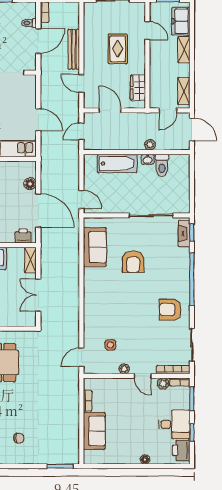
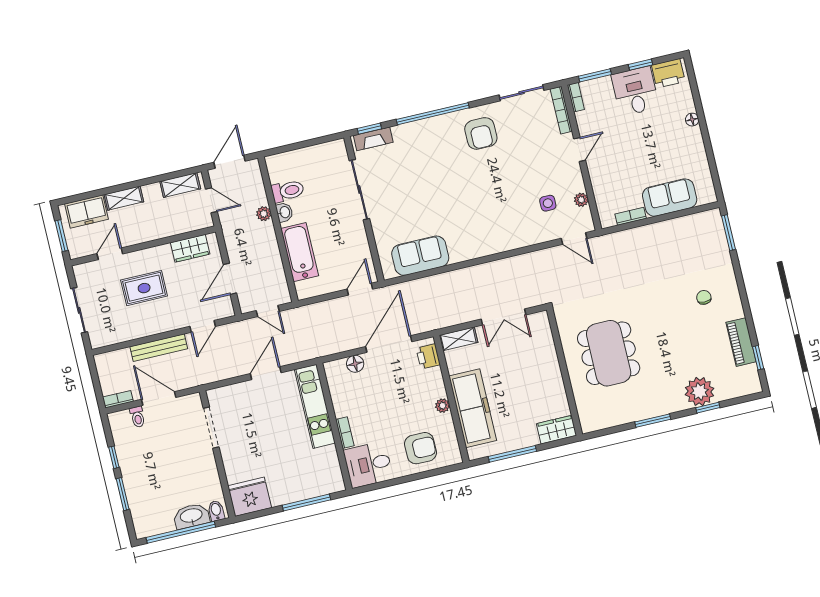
armchair: (133, 262) -> (428, 199), removed
plant: (124, 369) -> (581, 200), moved
plant: (163, 384) -> (583, 119), removed

